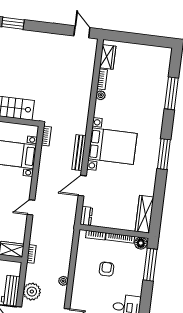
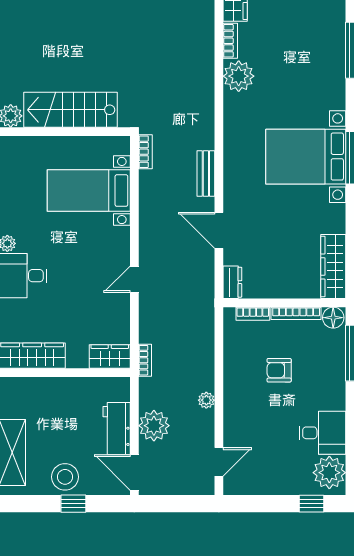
plant: (101, 95) -> (239, 76), width x1.88, depth x1.88
bed with nightstands: (113, 146) -> (306, 157), moved, turned 180
bench: (79, 153) -> (206, 174), width x0.73
door: (82, 186) -> (219, 230), hinge flipped
armchair: (106, 269) -> (279, 370), turned -90

